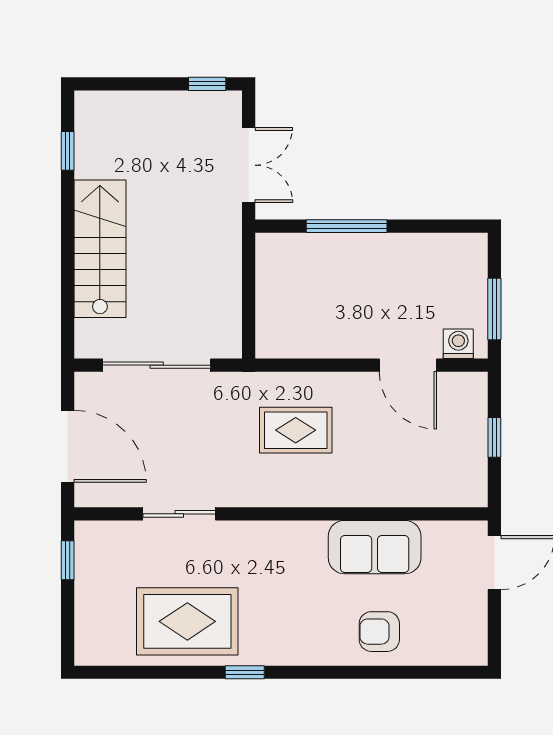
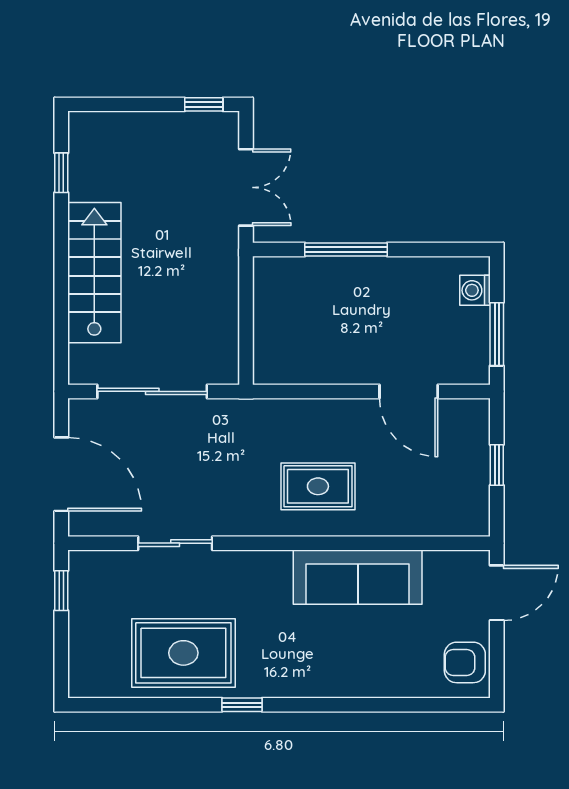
washing machine: (458, 344) -> (475, 290), moved, turned -90
rug: (296, 430) -> (318, 486), moved
sofa: (375, 547) -> (358, 577), width x1.36
armchair: (379, 632) -> (465, 662), moved

